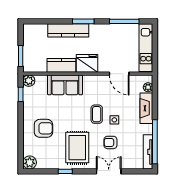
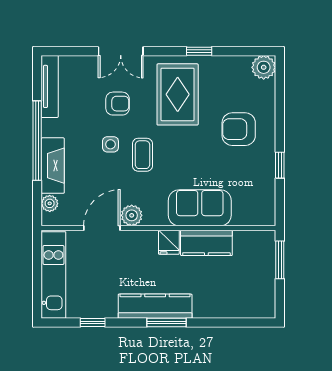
window: (124, 21) -> (93, 323), width x0.46
kitchen counter: (68, 30) -> (155, 306), moved
fridge: (87, 63) -> (169, 242), width x0.53, depth x0.75
door: (119, 74) -> (102, 228), hinge flipped
plant: (29, 81) -> (132, 215), moved
window: (21, 94) -> (280, 165), moved
window: (155, 142) -> (37, 141), moved

